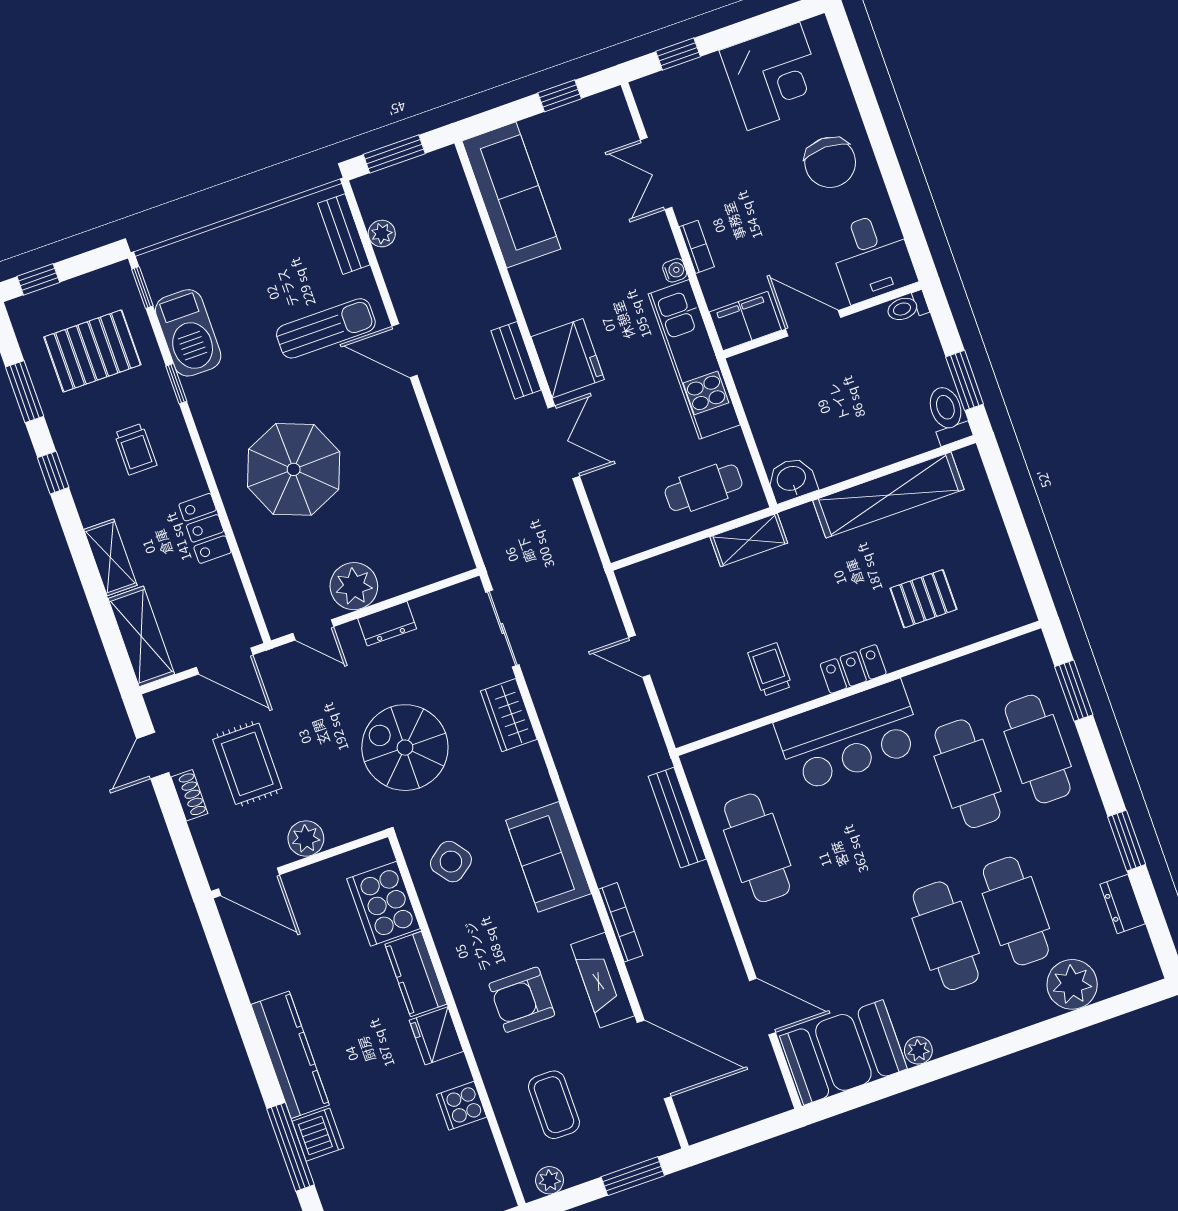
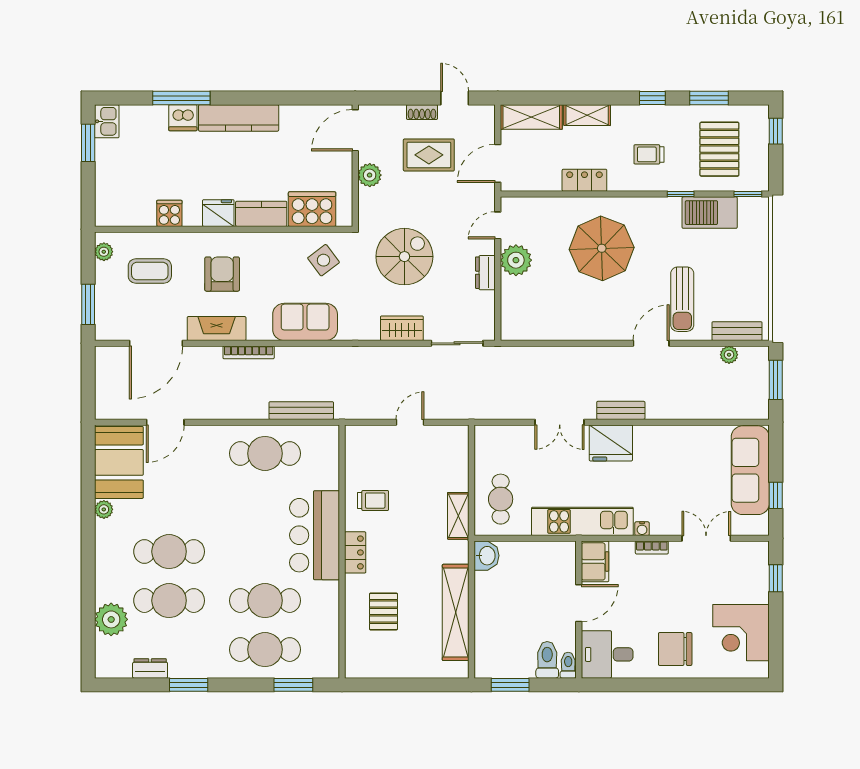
sofa: (511, 195) -> (750, 470), moved, turned 90
toilet: (948, 415) -> (547, 660), moved, turned -90

